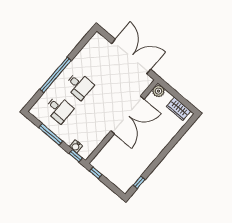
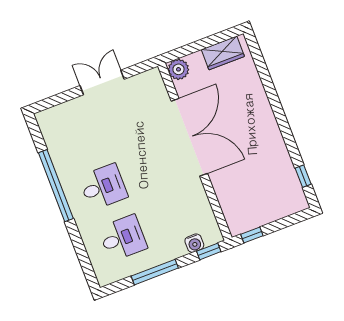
double door: (131, 56) -> (102, 82), width x0.54
window: (56, 75) -> (56, 186), moved

